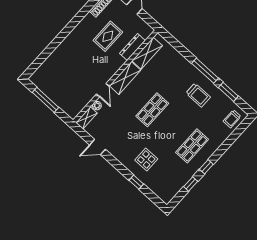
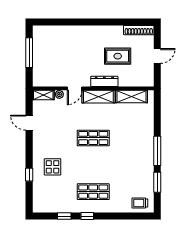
dresser: (132, 47) -> (104, 81), moved
trolley: (198, 95) -> (135, 162), removed

